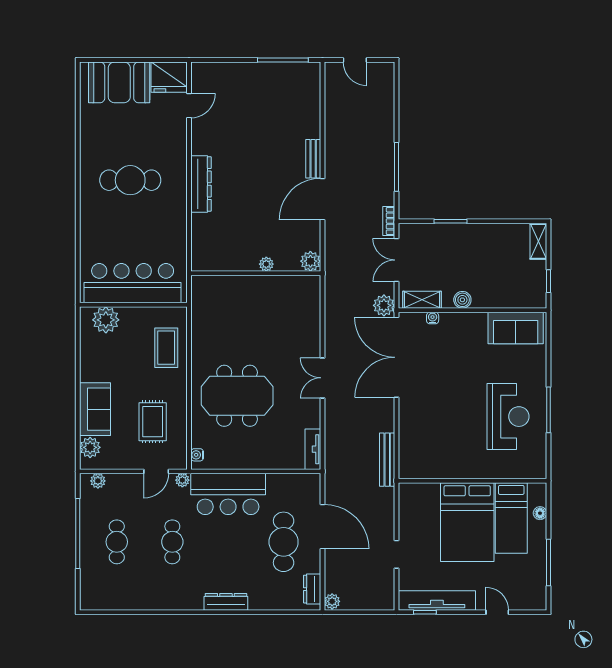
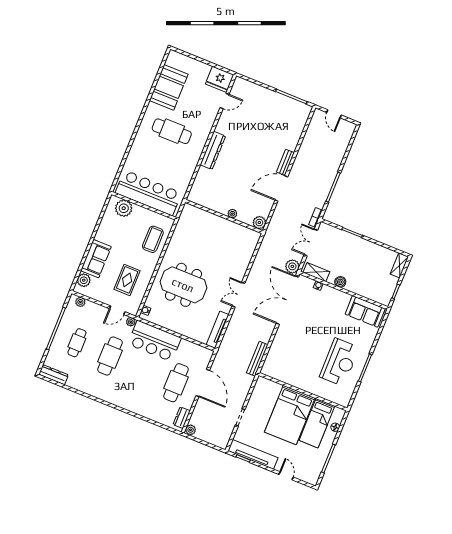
booth: (119, 82) -> (169, 87), moved, turned 90
tv unit: (313, 449) -> (218, 330), width x1.41
cafe table: (172, 542) -> (110, 356), width x1.37, depth x1.35
dresser: (226, 602) -> (54, 375), moved

